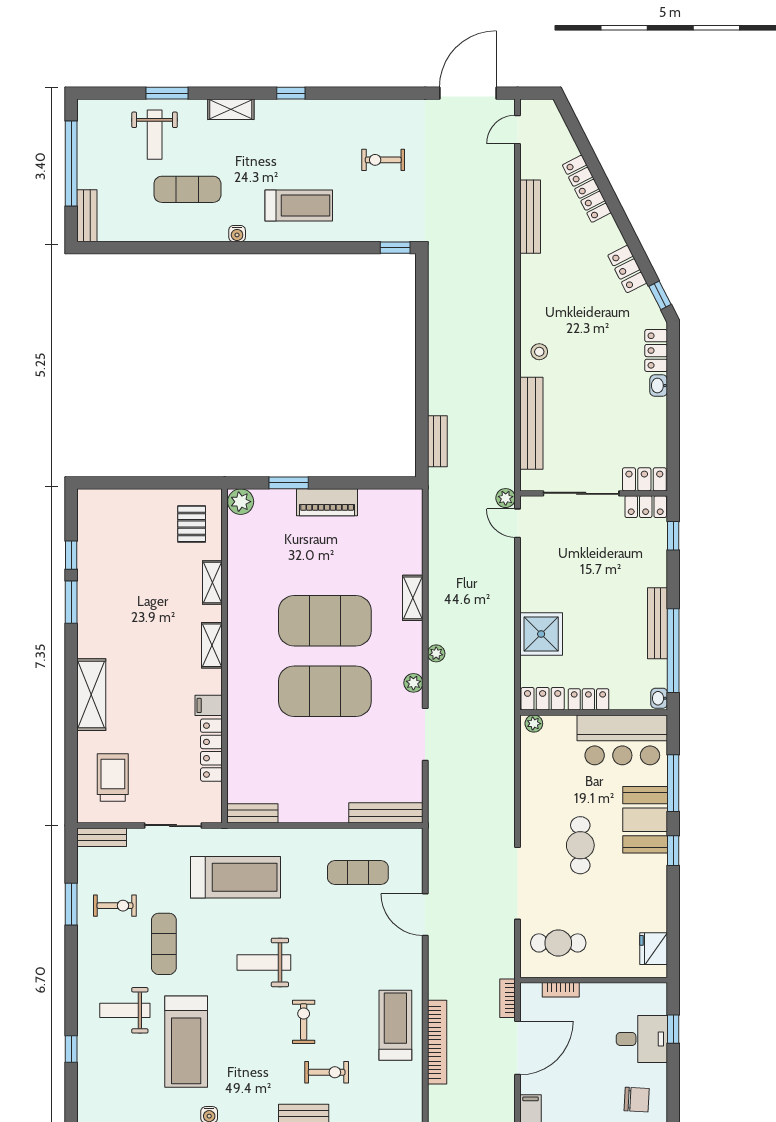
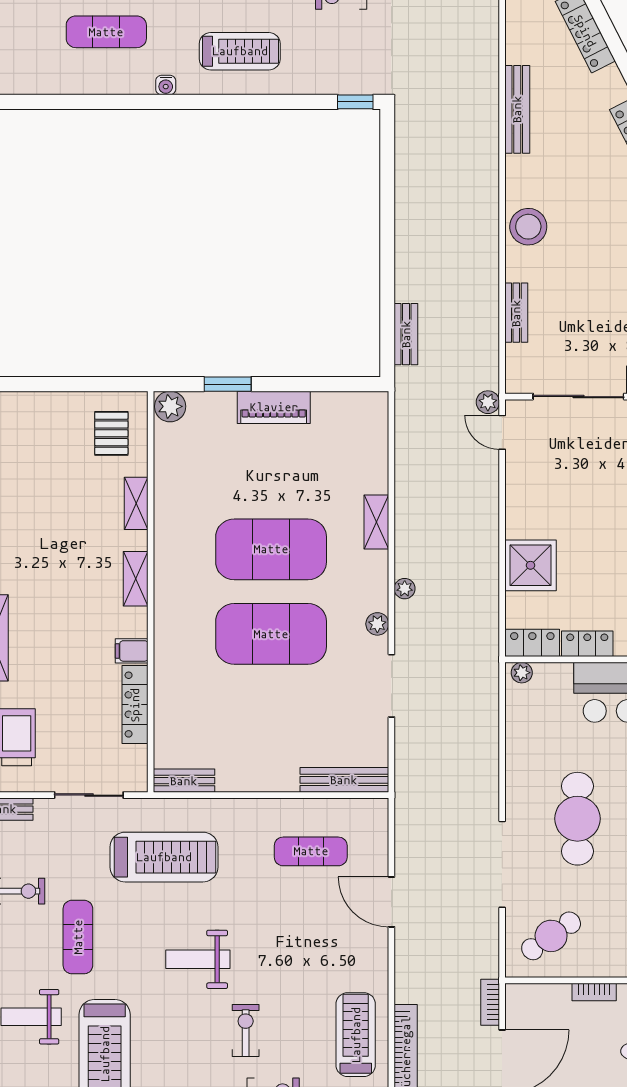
bench: (530, 217) -> (517, 109), moved
stool: (539, 352) -> (528, 227), width x1.89, depth x1.89
bench: (531, 423) -> (516, 313), width x0.54, depth x0.82
cafe table: (580, 845) -> (577, 819), width x1.37, depth x1.35
cafe table: (558, 943) -> (551, 936), turned -35
bookcase: (561, 990) -> (594, 992), moved

